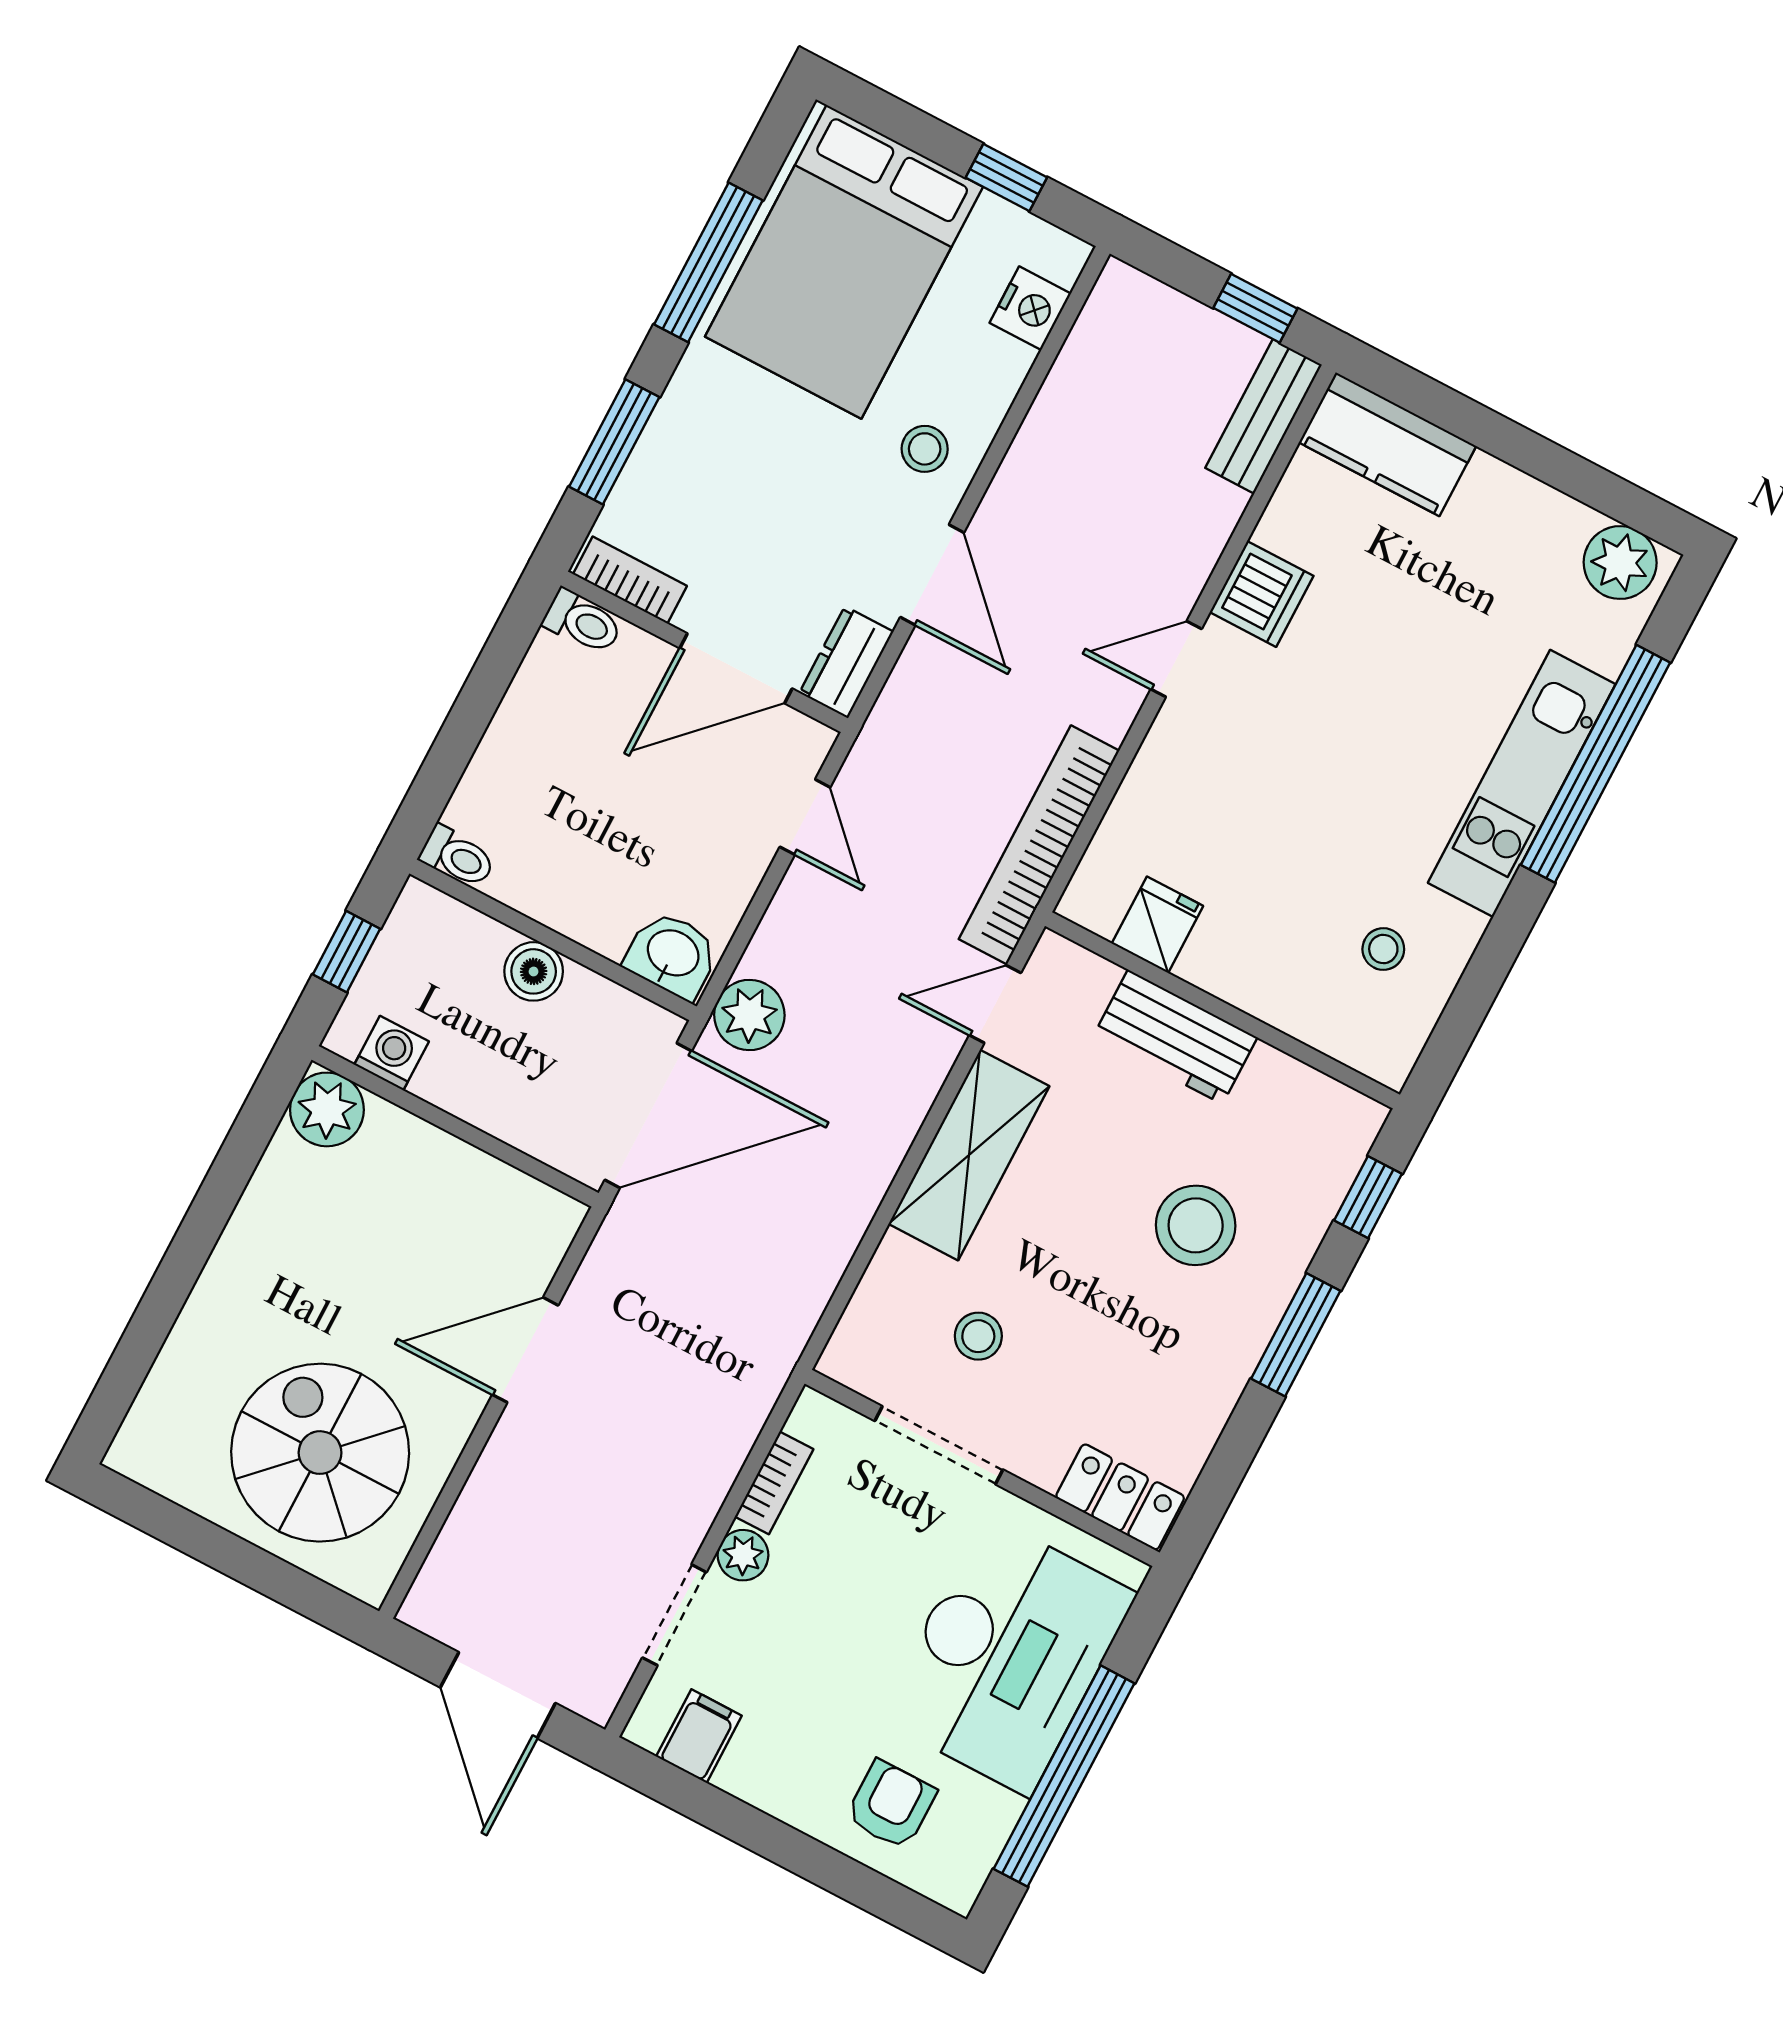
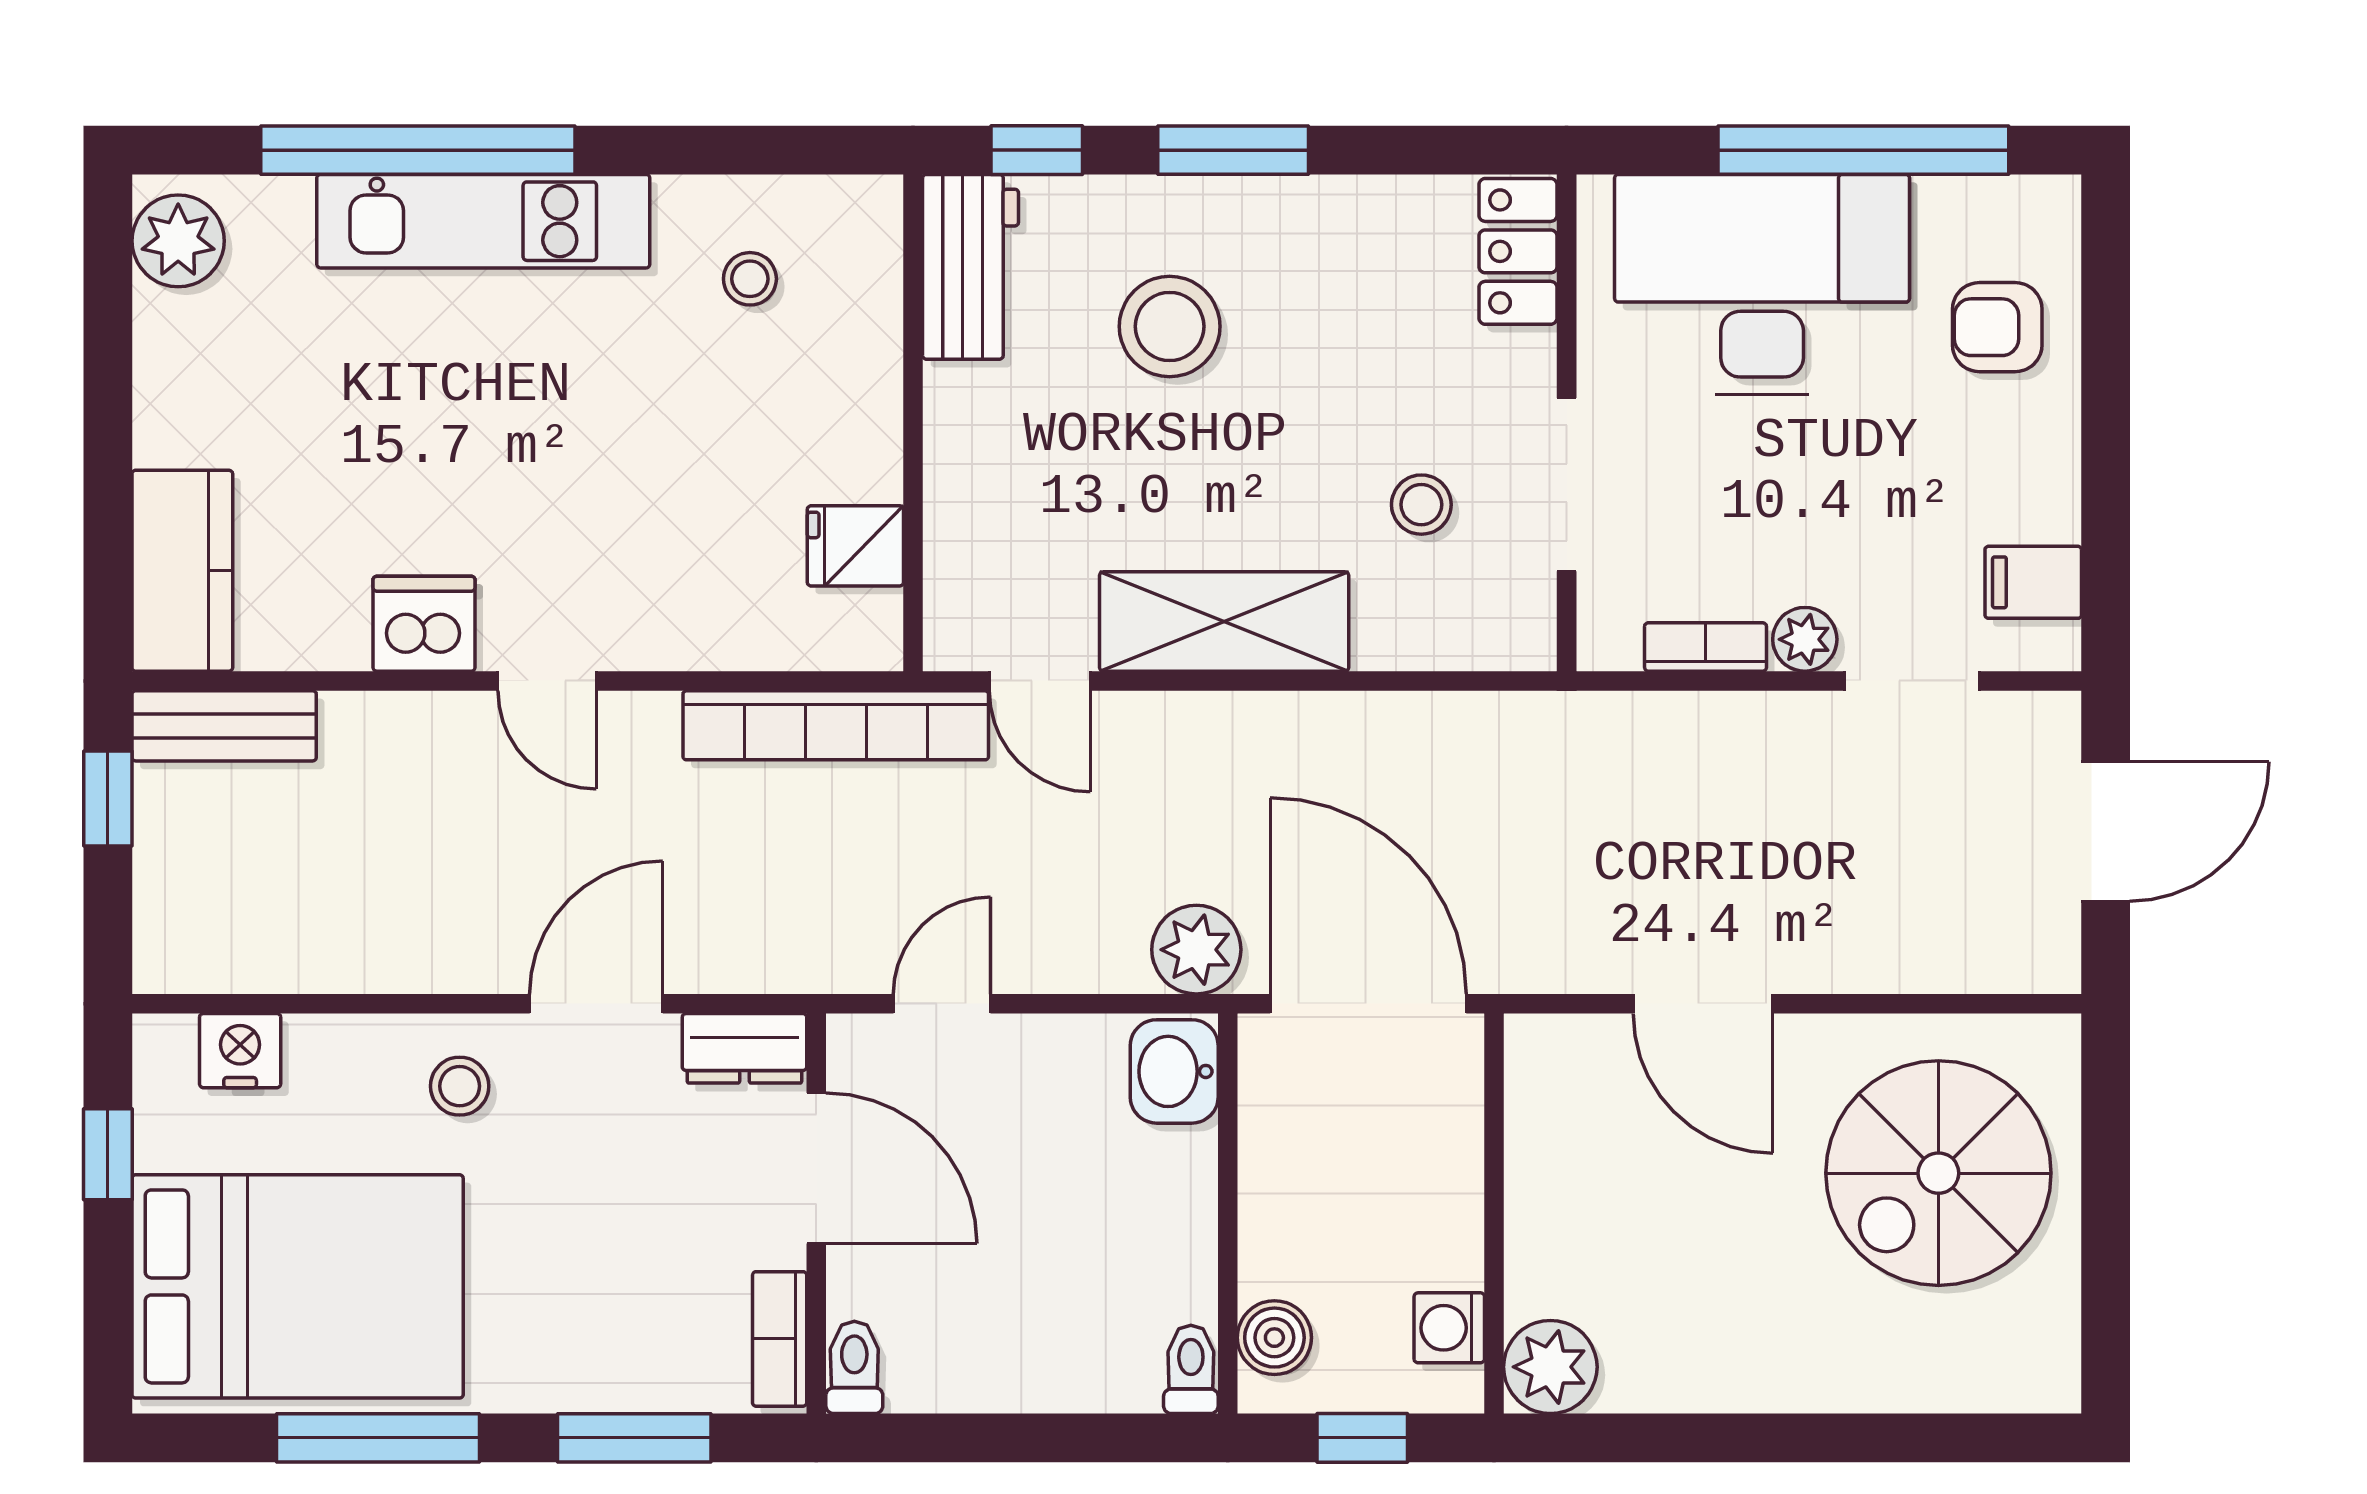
boiler: (534, 971) -> (1274, 1338), moved
workbench: (1175, 1037) -> (971, 267), moved

